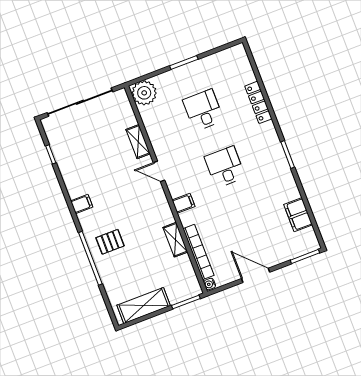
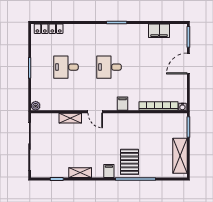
plant: (144, 93) -> (36, 106), width x0.53, depth x0.53
locker: (258, 102) -> (49, 29), moved
door: (159, 171) -> (95, 112), hinge flipped
filing cabinet: (82, 204) -> (109, 171), moved
shelving: (175, 240) -> (80, 173), moved
pallet: (110, 242) -> (129, 162), width x1.50, depth x1.42
door: (256, 275) -> (188, 64), moved

